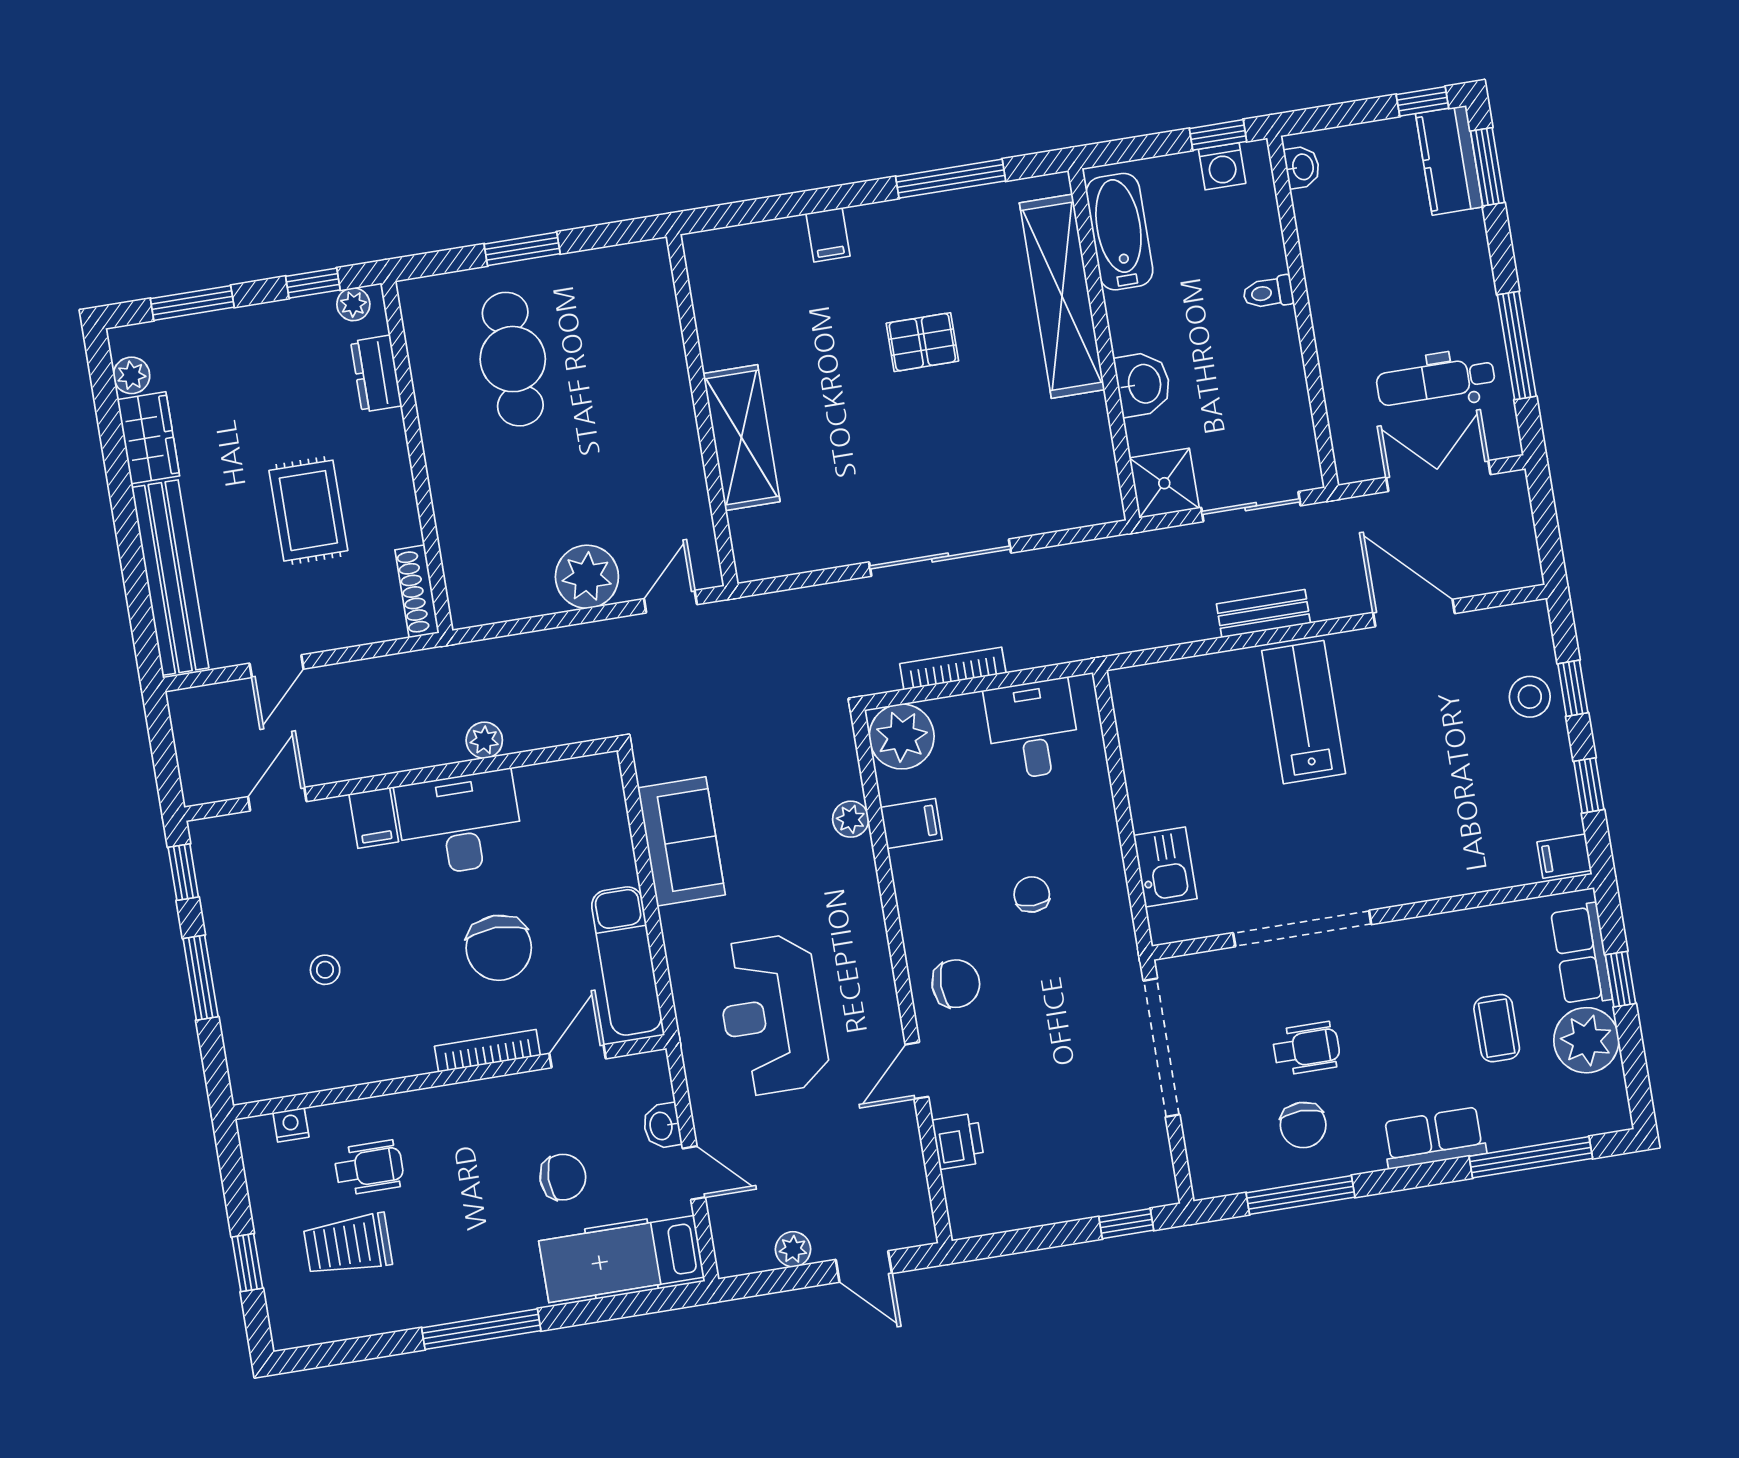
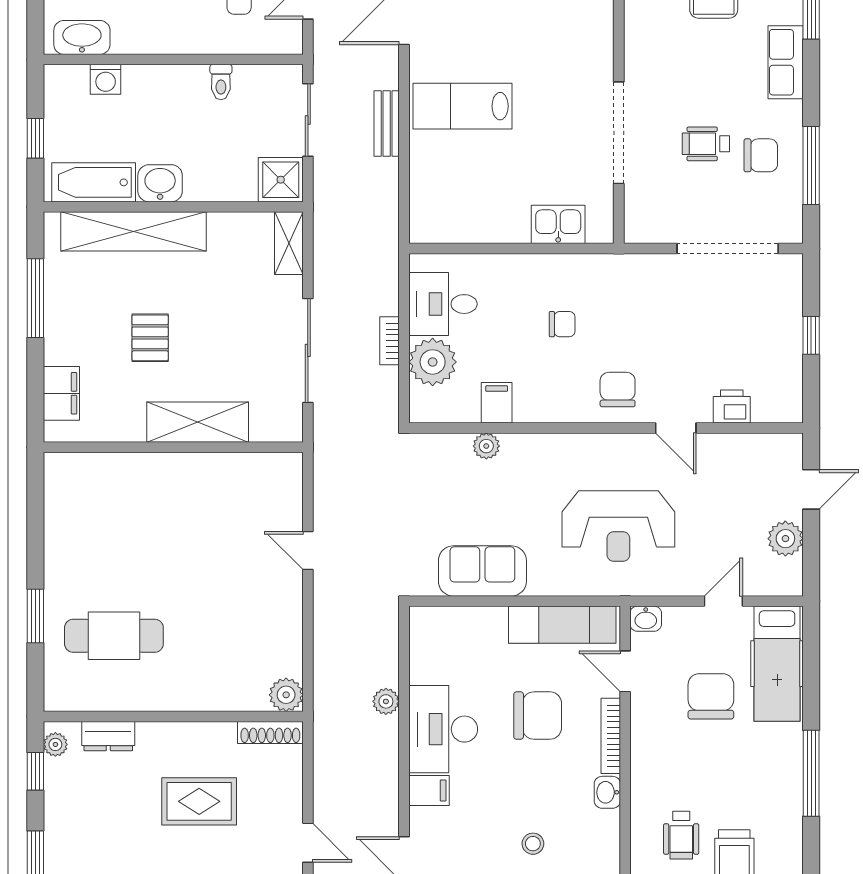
window: (1218, 135) -> (35, 138), moved
washing machine: (1222, 166) -> (106, 79), moved, turned 90
washbasin: (1302, 167) -> (82, 37), width x1.91, depth x1.45
filing cabinet: (828, 235) -> (61, 393), width x2.00
toilet: (1268, 293) -> (221, 82), moved
washbasin: (1143, 384) -> (160, 183), moved
wall: (702, 410) -> (173, 447), moved
shelving: (741, 438) -> (198, 422), moved
shelving: (1081, 508) -> (289, 243), added
plant: (587, 577) -> (286, 695), moved, width x0.73, depth x0.73
bookcase: (953, 668) -> (390, 341), width x0.64
plant: (902, 736) -> (433, 362), moved
chair: (1032, 894) -> (562, 324), turned 180
doorway: (1161, 1048) -> (728, 249), moved
wheelchair: (1306, 1048) -> (706, 144), turned -90
washbasin: (411, 1059) -> (607, 792), added
washbasin: (662, 1126) -> (646, 619), moved
wheelchair: (369, 1168) -> (681, 835), turned 180
chair: (563, 1177) -> (711, 696), width x1.37, depth x1.37
window: (1126, 1224) -> (811, 335), moved
plant: (793, 1249) -> (785, 539), width x1.38, depth x1.38

